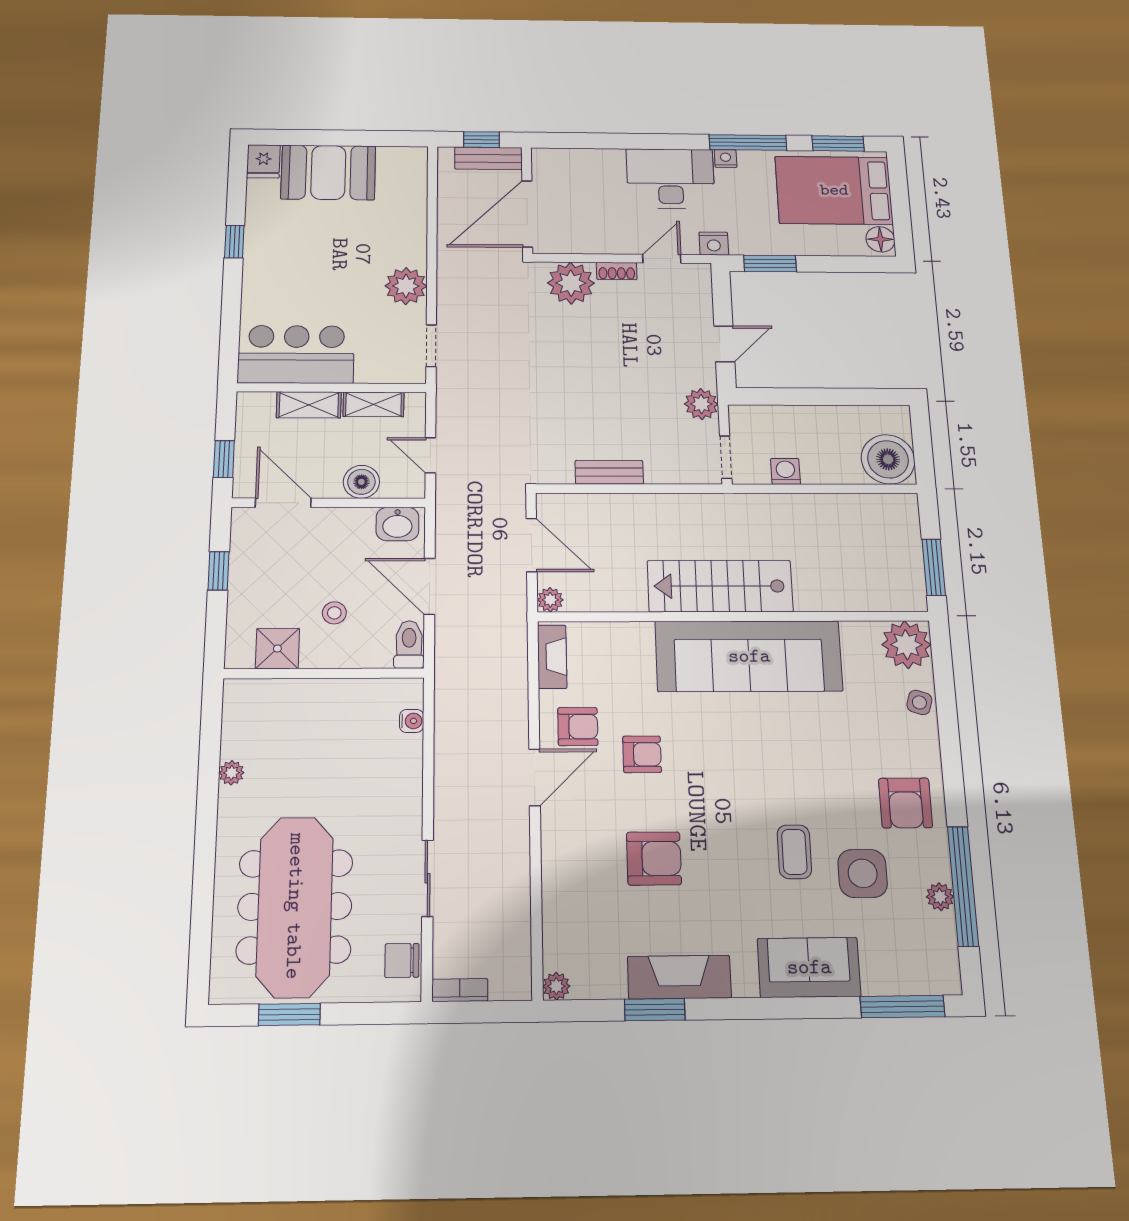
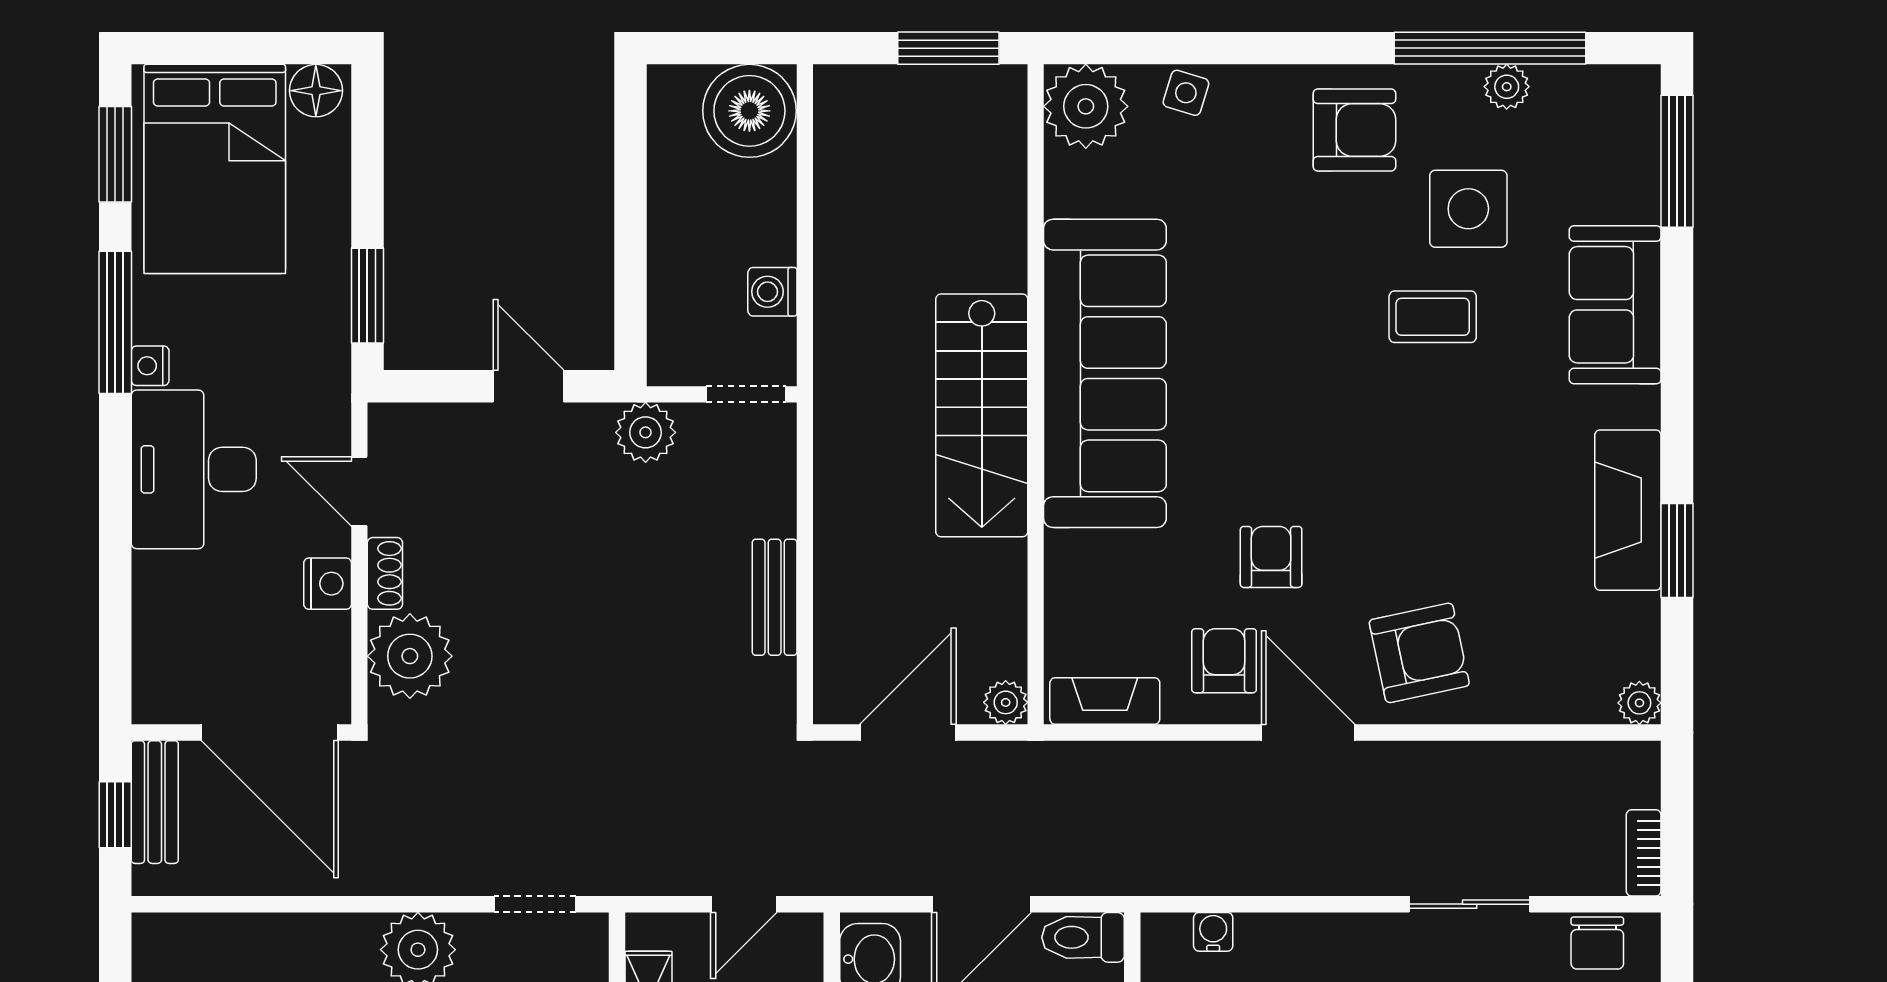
nightstand: (714, 244) -> (328, 584), moved
armchair: (654, 858) -> (1419, 653), moved, turned 78

